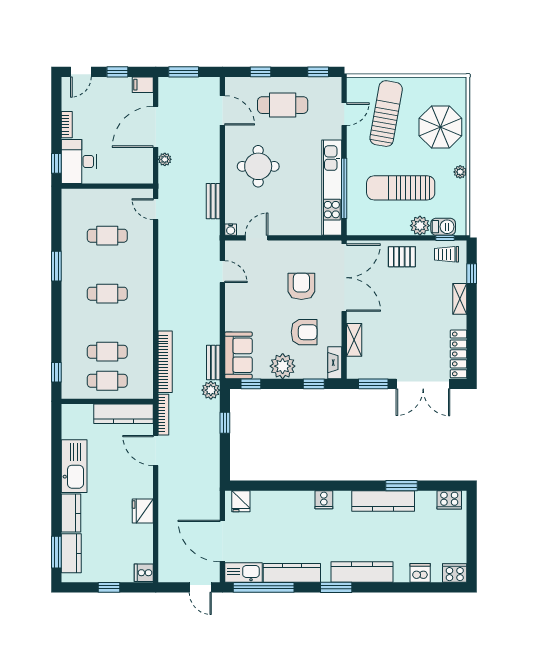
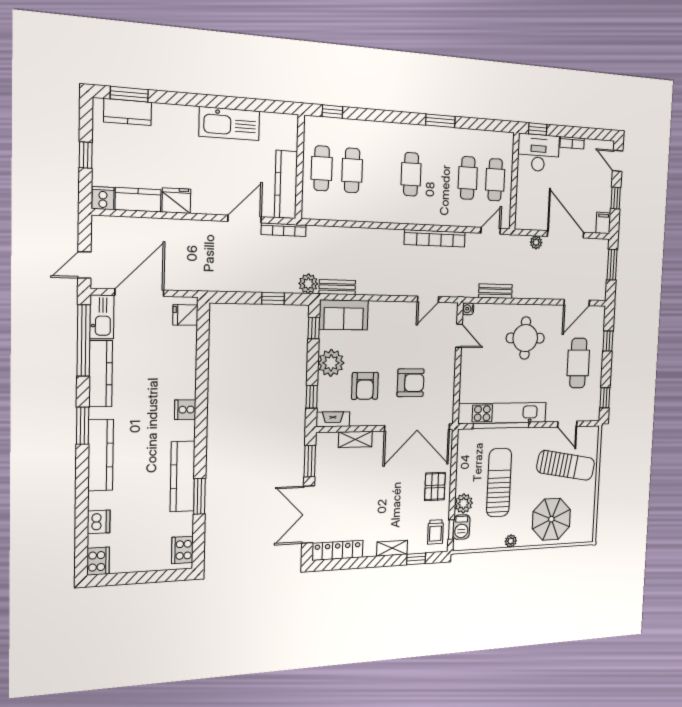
cafe table: (107, 207) -> (495, 180), added
trolley: (446, 254) -> (435, 532), turned 180
bookcase: (165, 362) -> (435, 238), moved
kitchen counter: (71, 513) -> (138, 200), moved, turned 180

